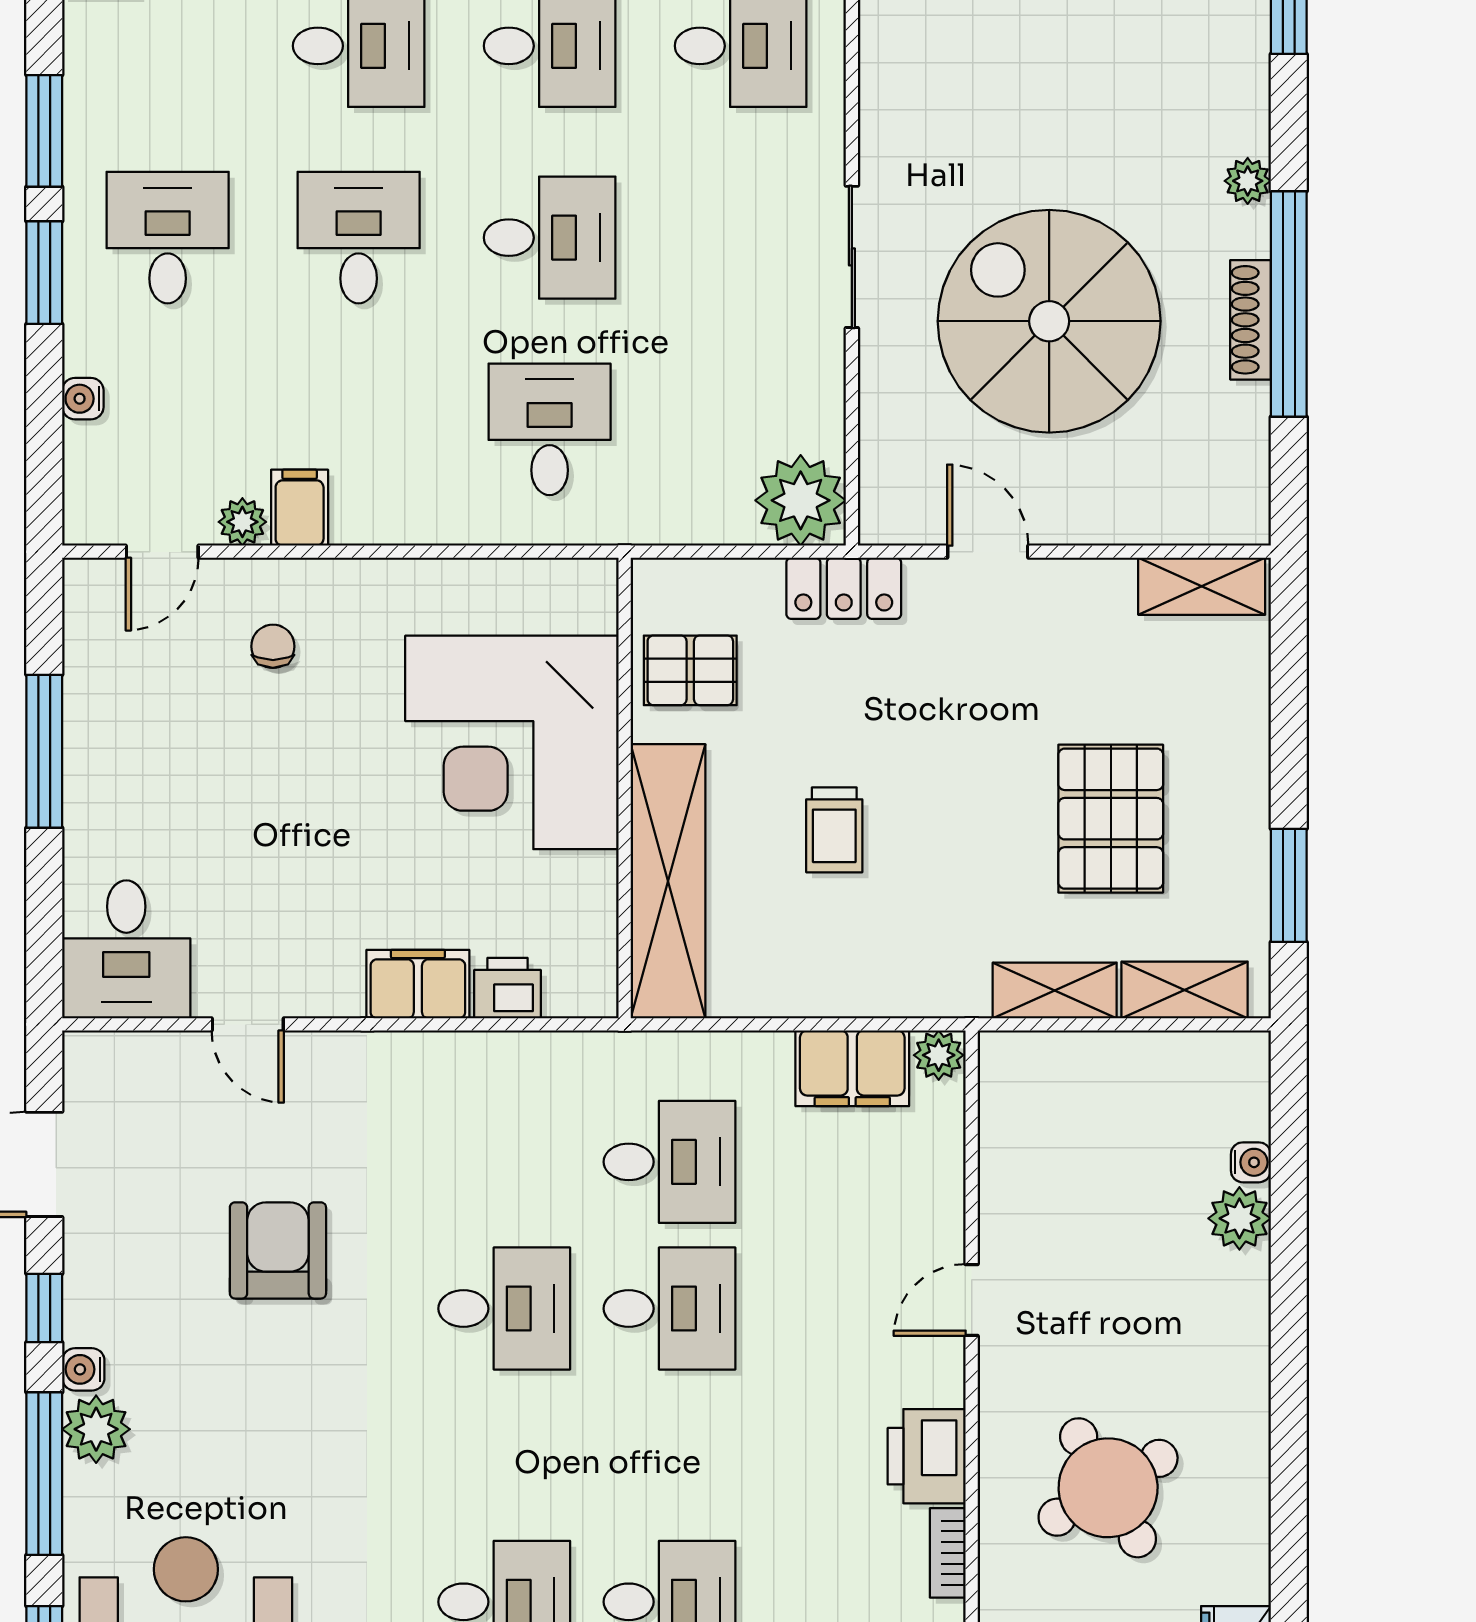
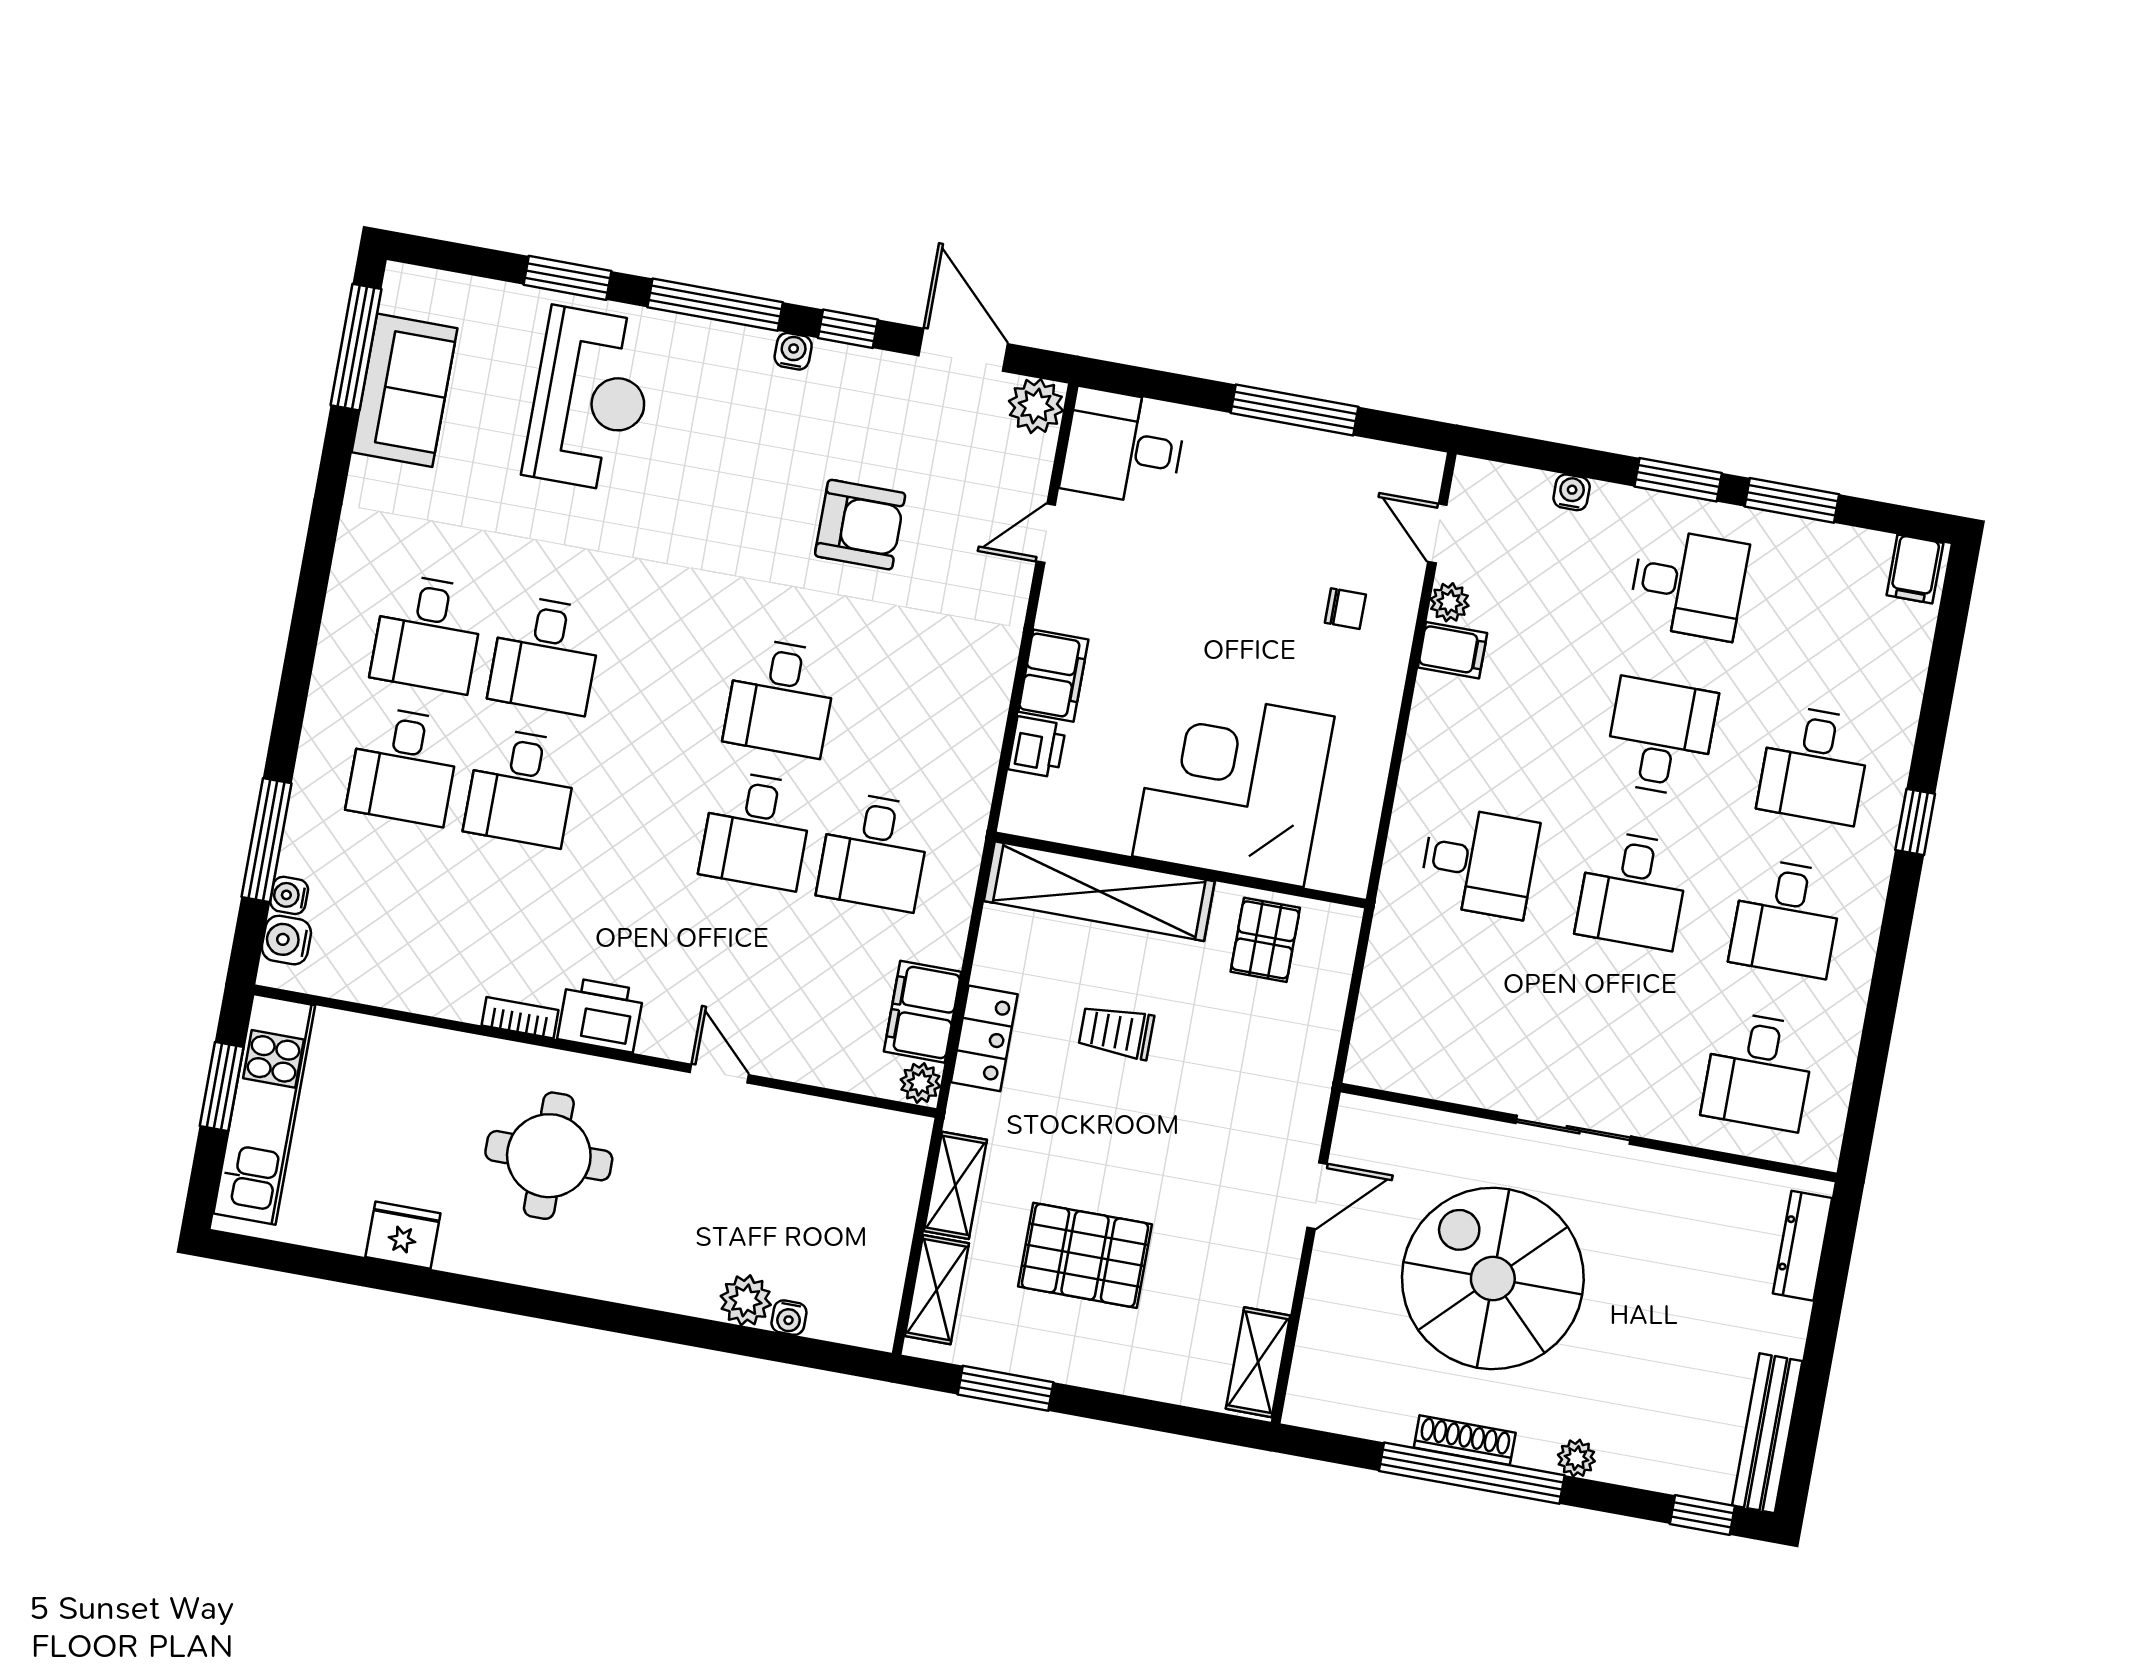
desk: (359, 238) -> (1661, 737), turned -90
spiral stairs: (1049, 321) -> (1493, 1278), turned -90
plant: (801, 500) -> (1385, 1053), removed
locker: (844, 588) -> (984, 1038), moved, turned 180
plant: (96, 1429) -> (1036, 406), moved
round table: (1108, 1488) -> (549, 1156), turned 30

